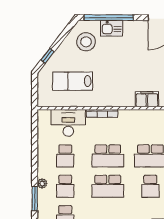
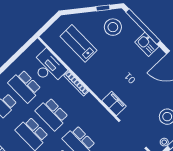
kitchen sink: (112, 28) -> (147, 44), moved
window: (47, 56) -> (103, 8), moved
school desk: (65, 156) -> (25, 86), width x1.85

